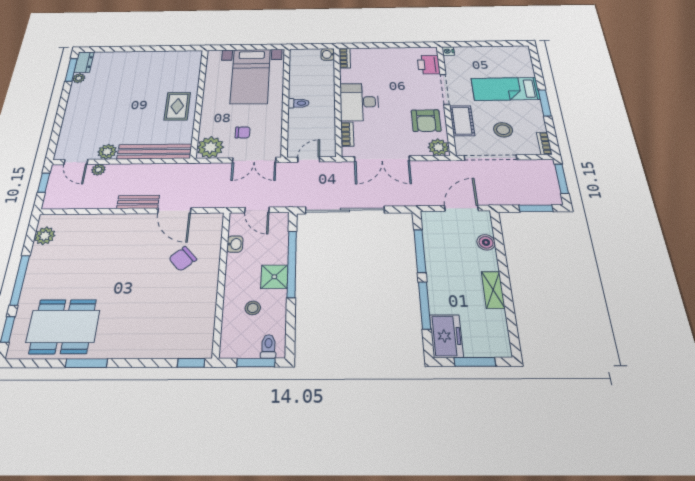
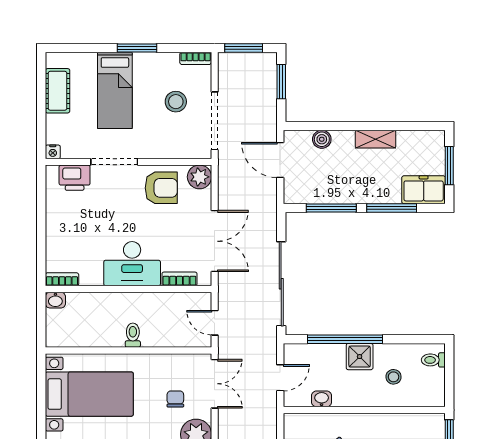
cot: (462, 121) -> (58, 91), moved, turned 90
window: (256, 363) -> (449, 371), removed

